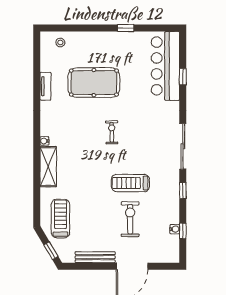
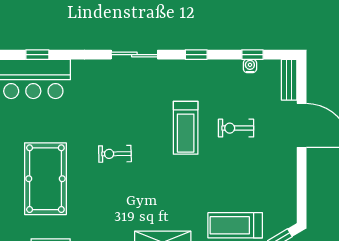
sliding door: (183, 146) -> (134, 55), width x0.73
exercise bike: (130, 219) -> (236, 128), width x0.73, depth x0.72
bench: (95, 257) -> (289, 80), moved, width x0.73

